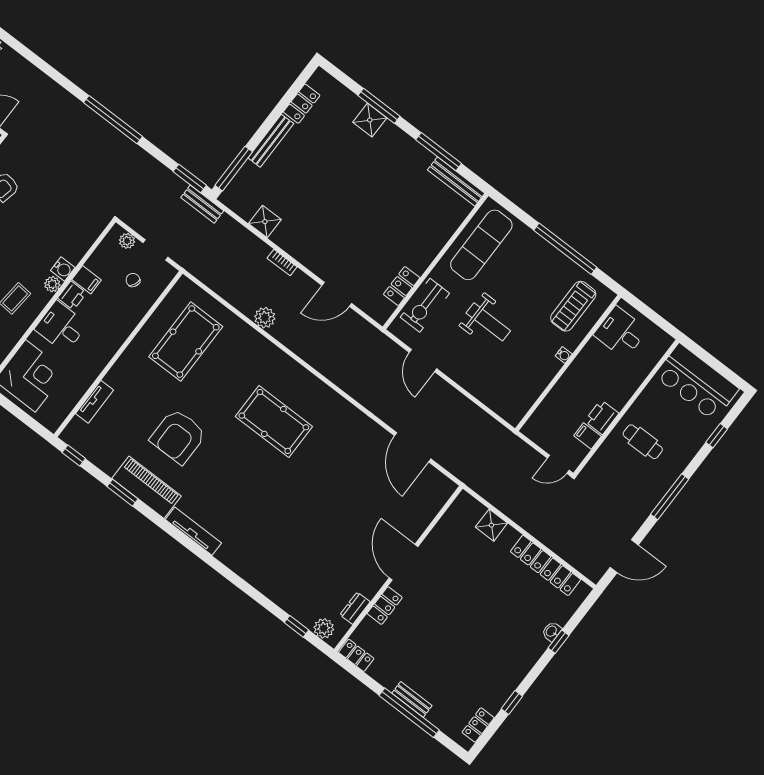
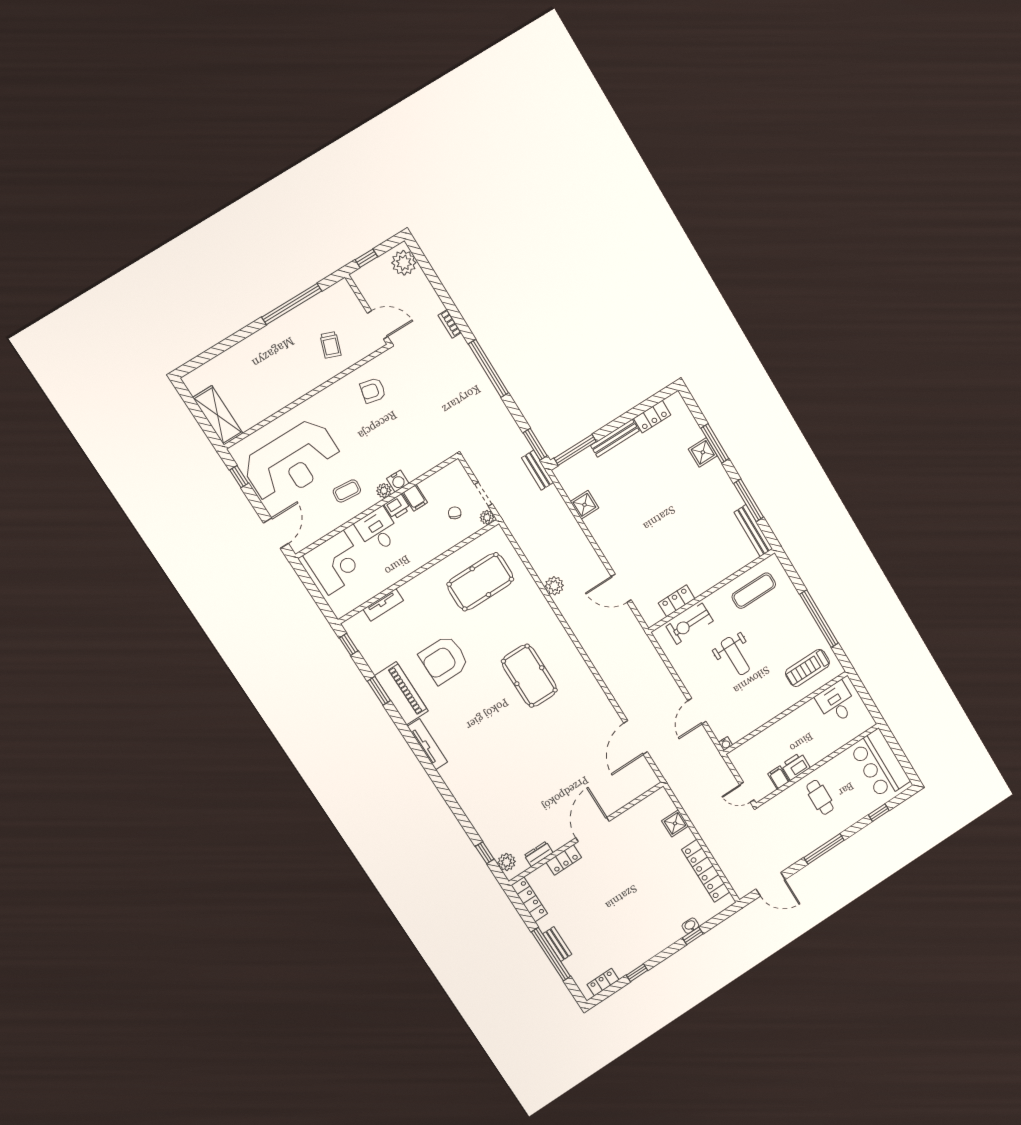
plant: (127, 241) -> (487, 517), moved
exercise mat: (481, 245) -> (754, 591), width x0.73, depth x0.69
bookcase: (282, 263) -> (450, 324), moved
water cooler: (564, 355) -> (726, 744), moved
door: (423, 360) -> (697, 711), moved
locker: (356, 655) -> (529, 899), width x1.53

